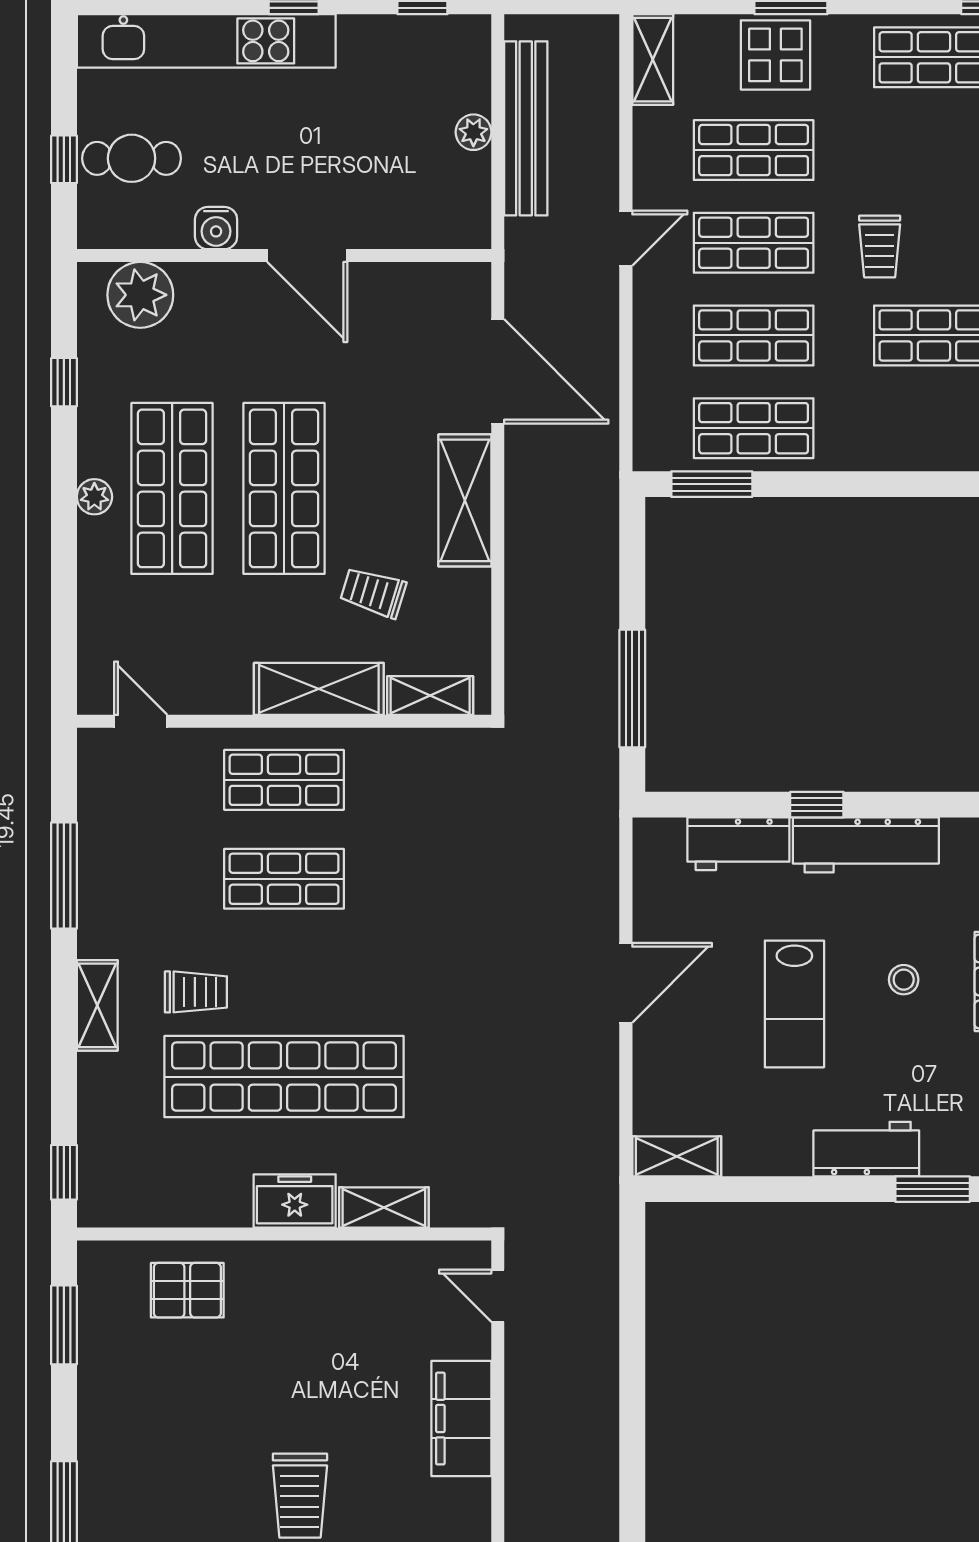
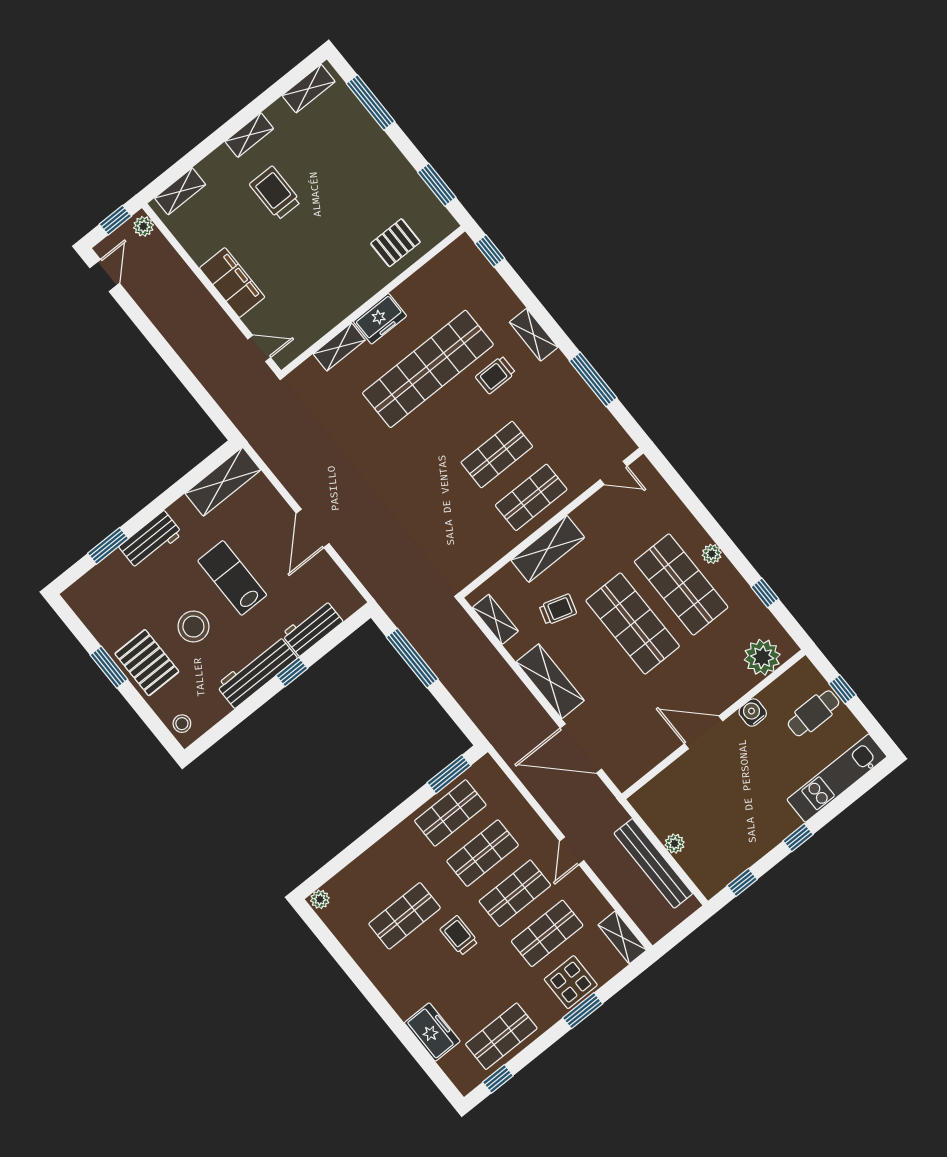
kitchen unit: (206, 41) -> (837, 778), width x0.73
shelving: (430, 696) -> (495, 619), moved, turned 90
stool: (904, 980) -> (193, 626), width x1.89, depth x1.89
shelving: (677, 1156) -> (223, 482), width x1.50, depth x1.33

